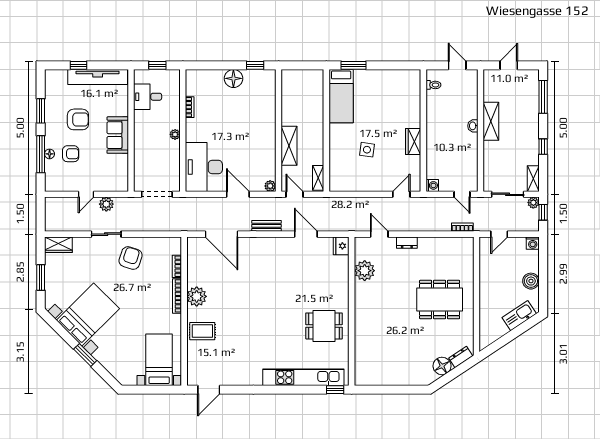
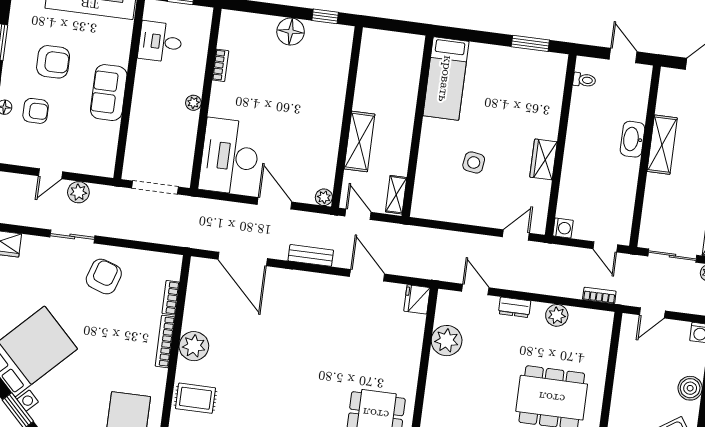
window: (353, 65) -> (530, 43), moved
washbasin: (473, 126) -> (632, 139), width x1.91, depth x1.45
plant: (436, 244) -> (557, 315), added

